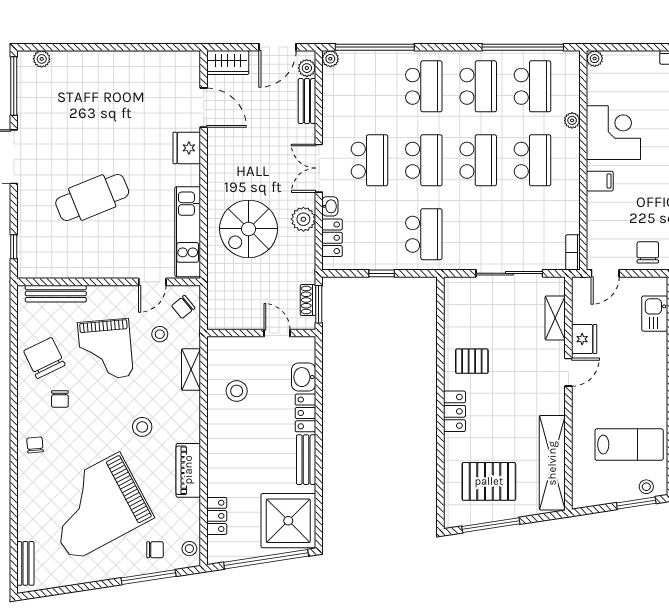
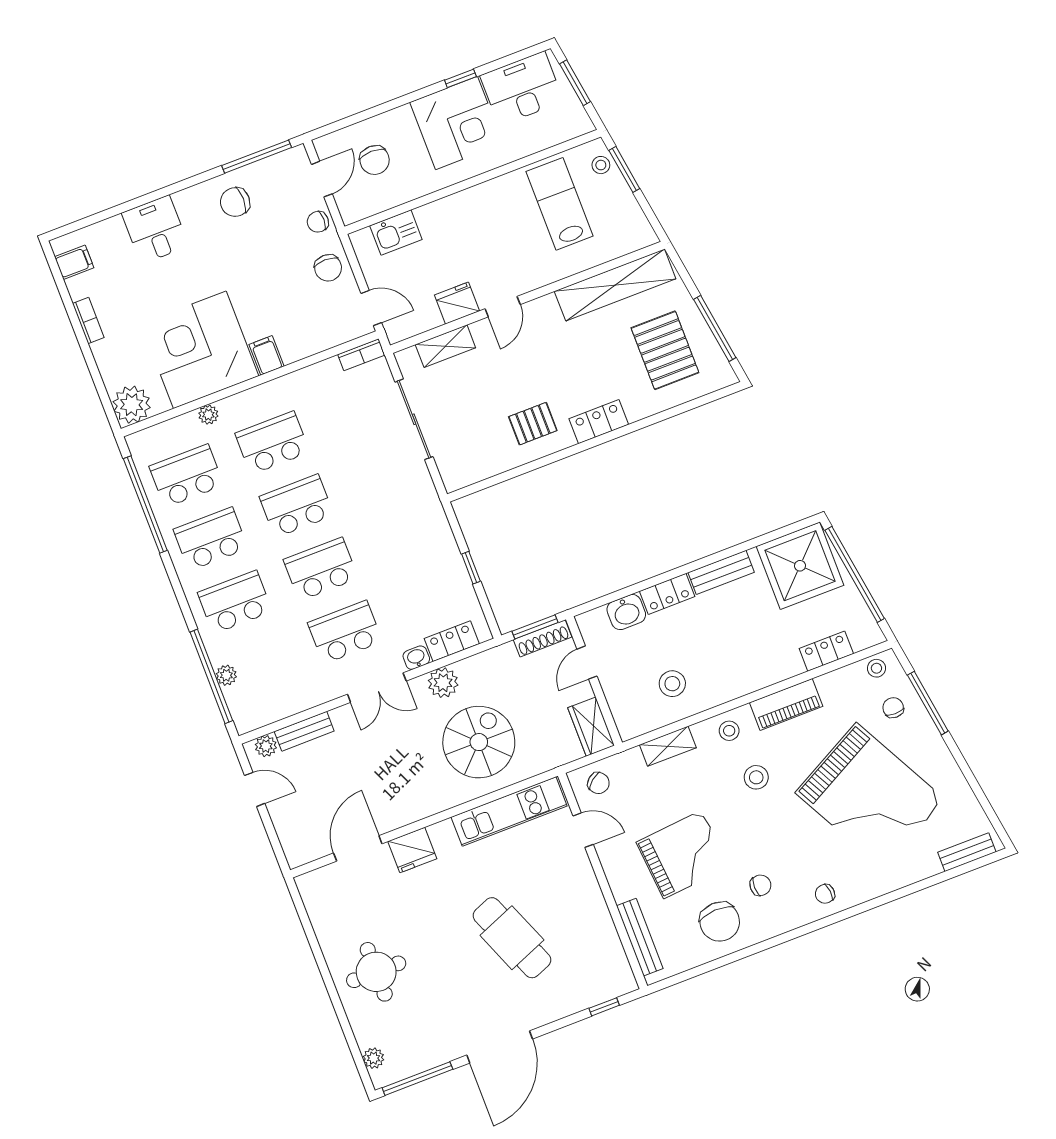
door: (278, 47) -> (255, 789), width x0.73
plant: (330, 59) -> (226, 675), moved
plant: (595, 59) -> (132, 405), width x1.87, depth x1.87
wardrobe: (228, 63) -> (591, 727), moved, turned 180
round table: (106, 86) -> (376, 972), added
corner desk: (613, 133) -> (200, 350), width x1.36, depth x1.36
spiral stairs: (249, 229) -> (479, 742), turned -90
school desk: (424, 234) -> (407, 536), removed
chair: (648, 252) -> (328, 268), turned -90
shoe rack: (308, 300) -> (543, 638), width x1.43
stool: (160, 334) -> (729, 731), moved
chair: (44, 358) -> (720, 922), turned -66
pallet: (472, 361) -> (533, 424), turned 90
door: (568, 372) -> (503, 307), swing flipped

